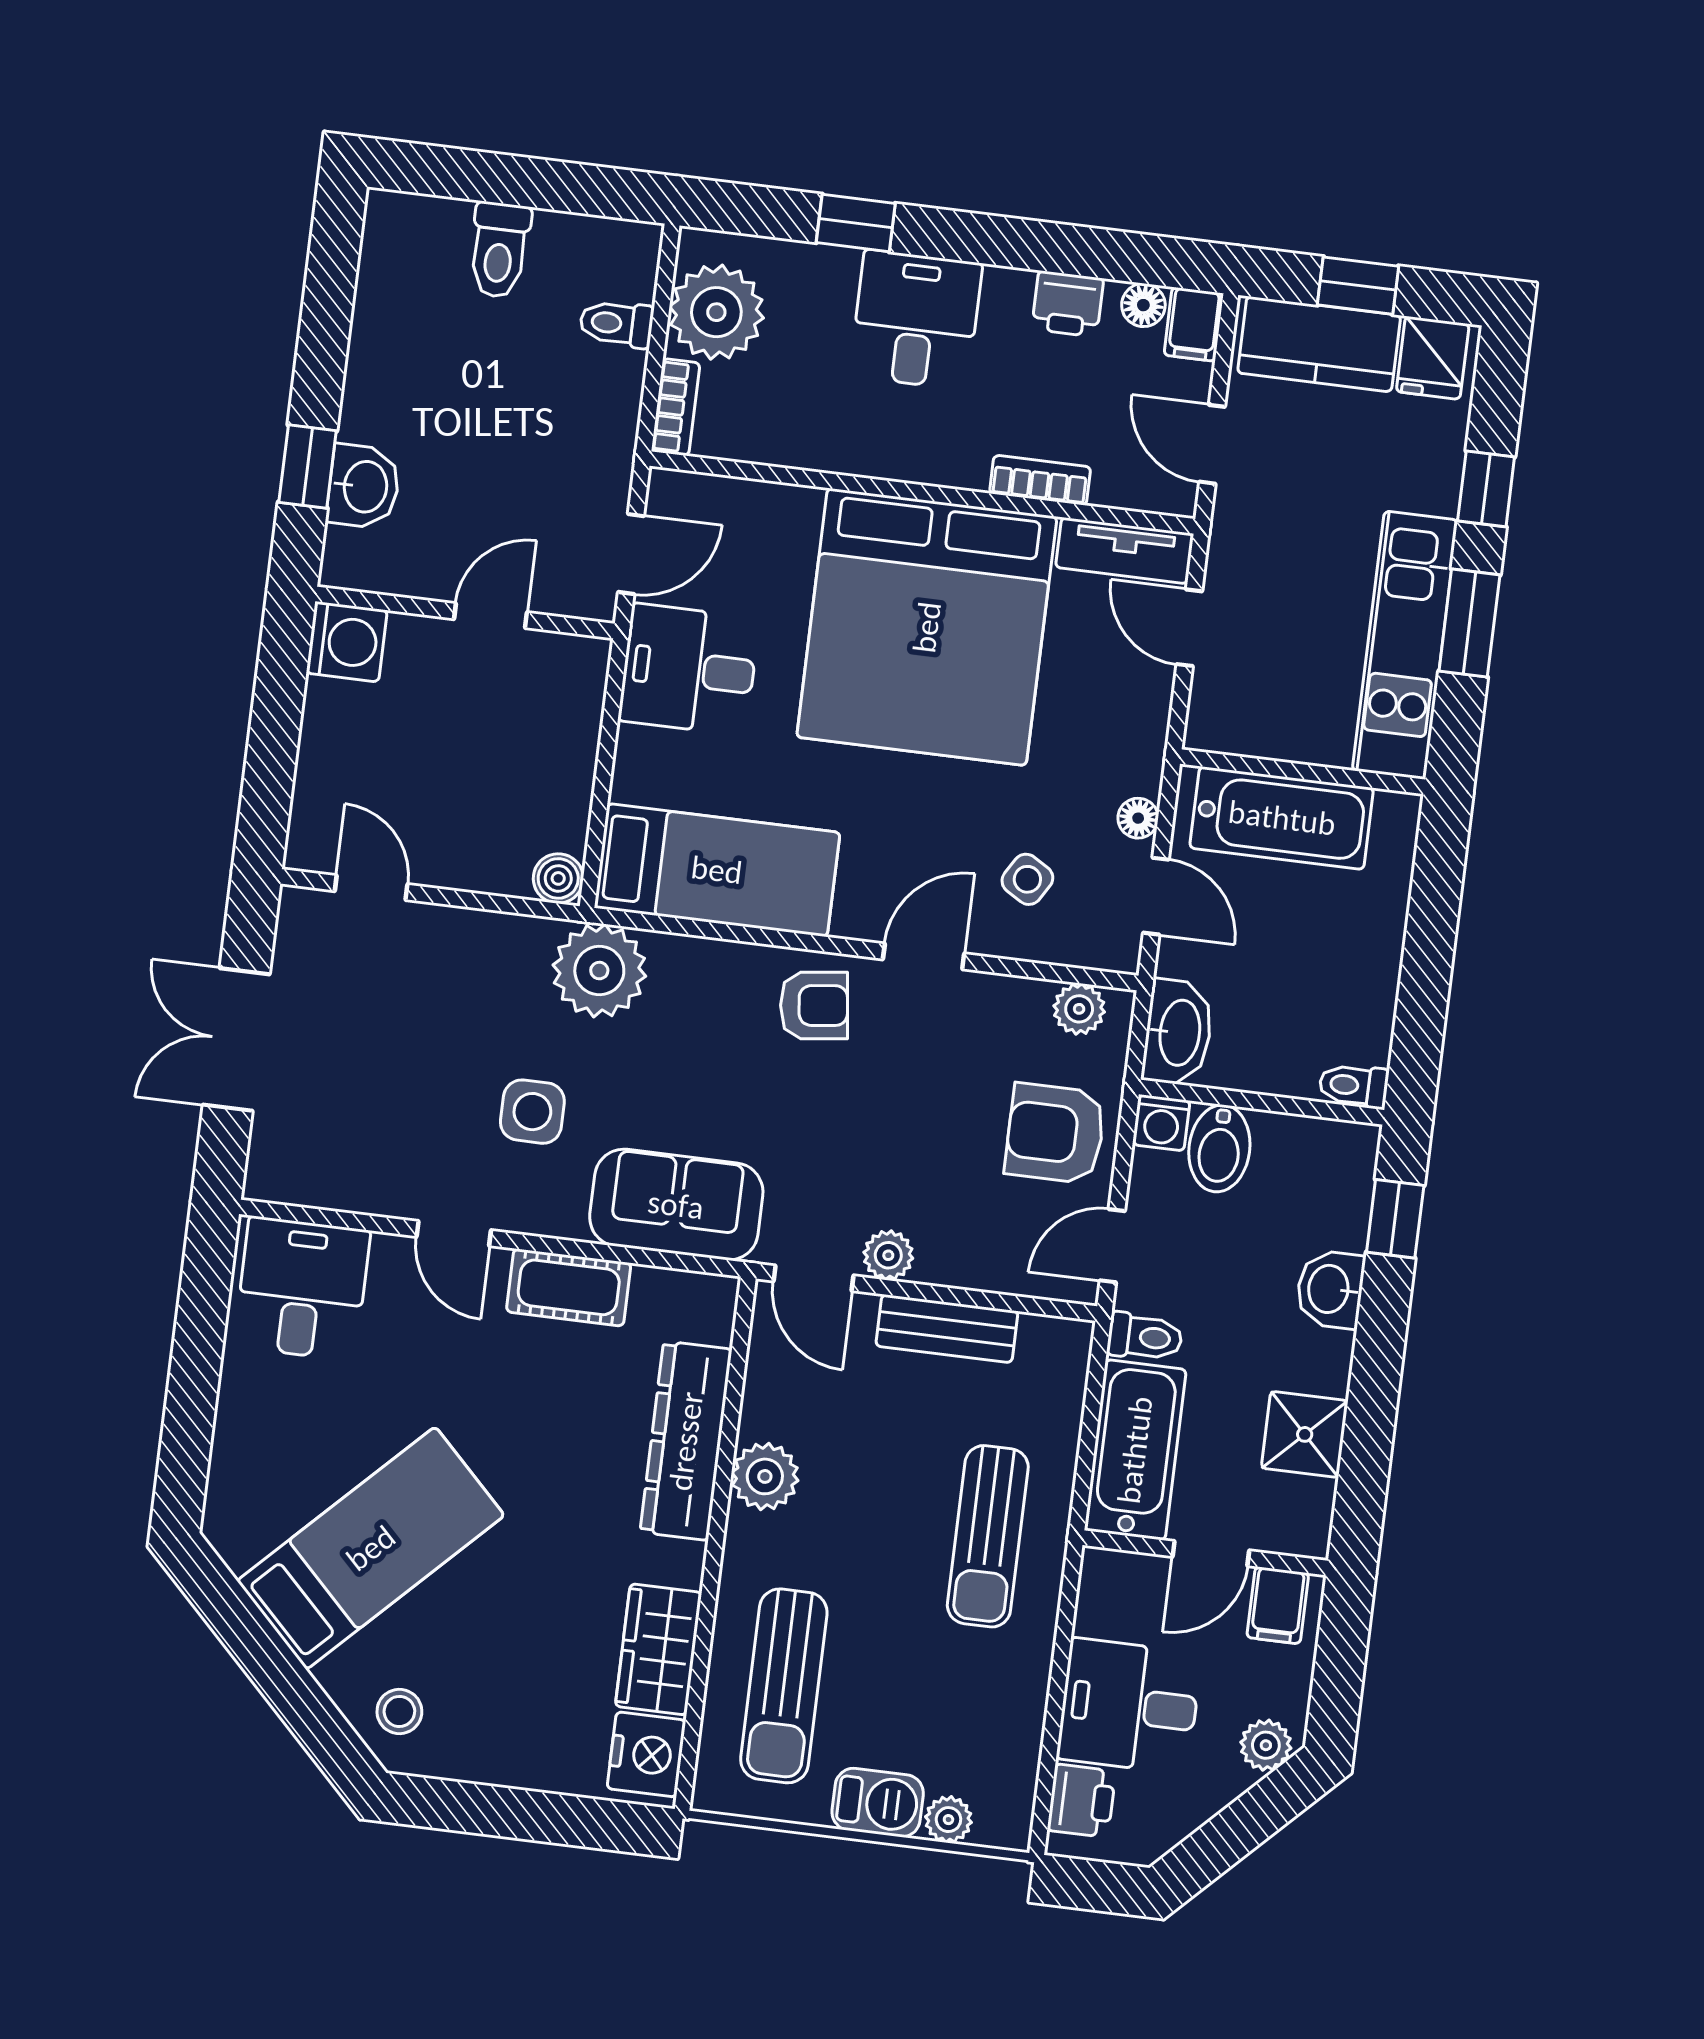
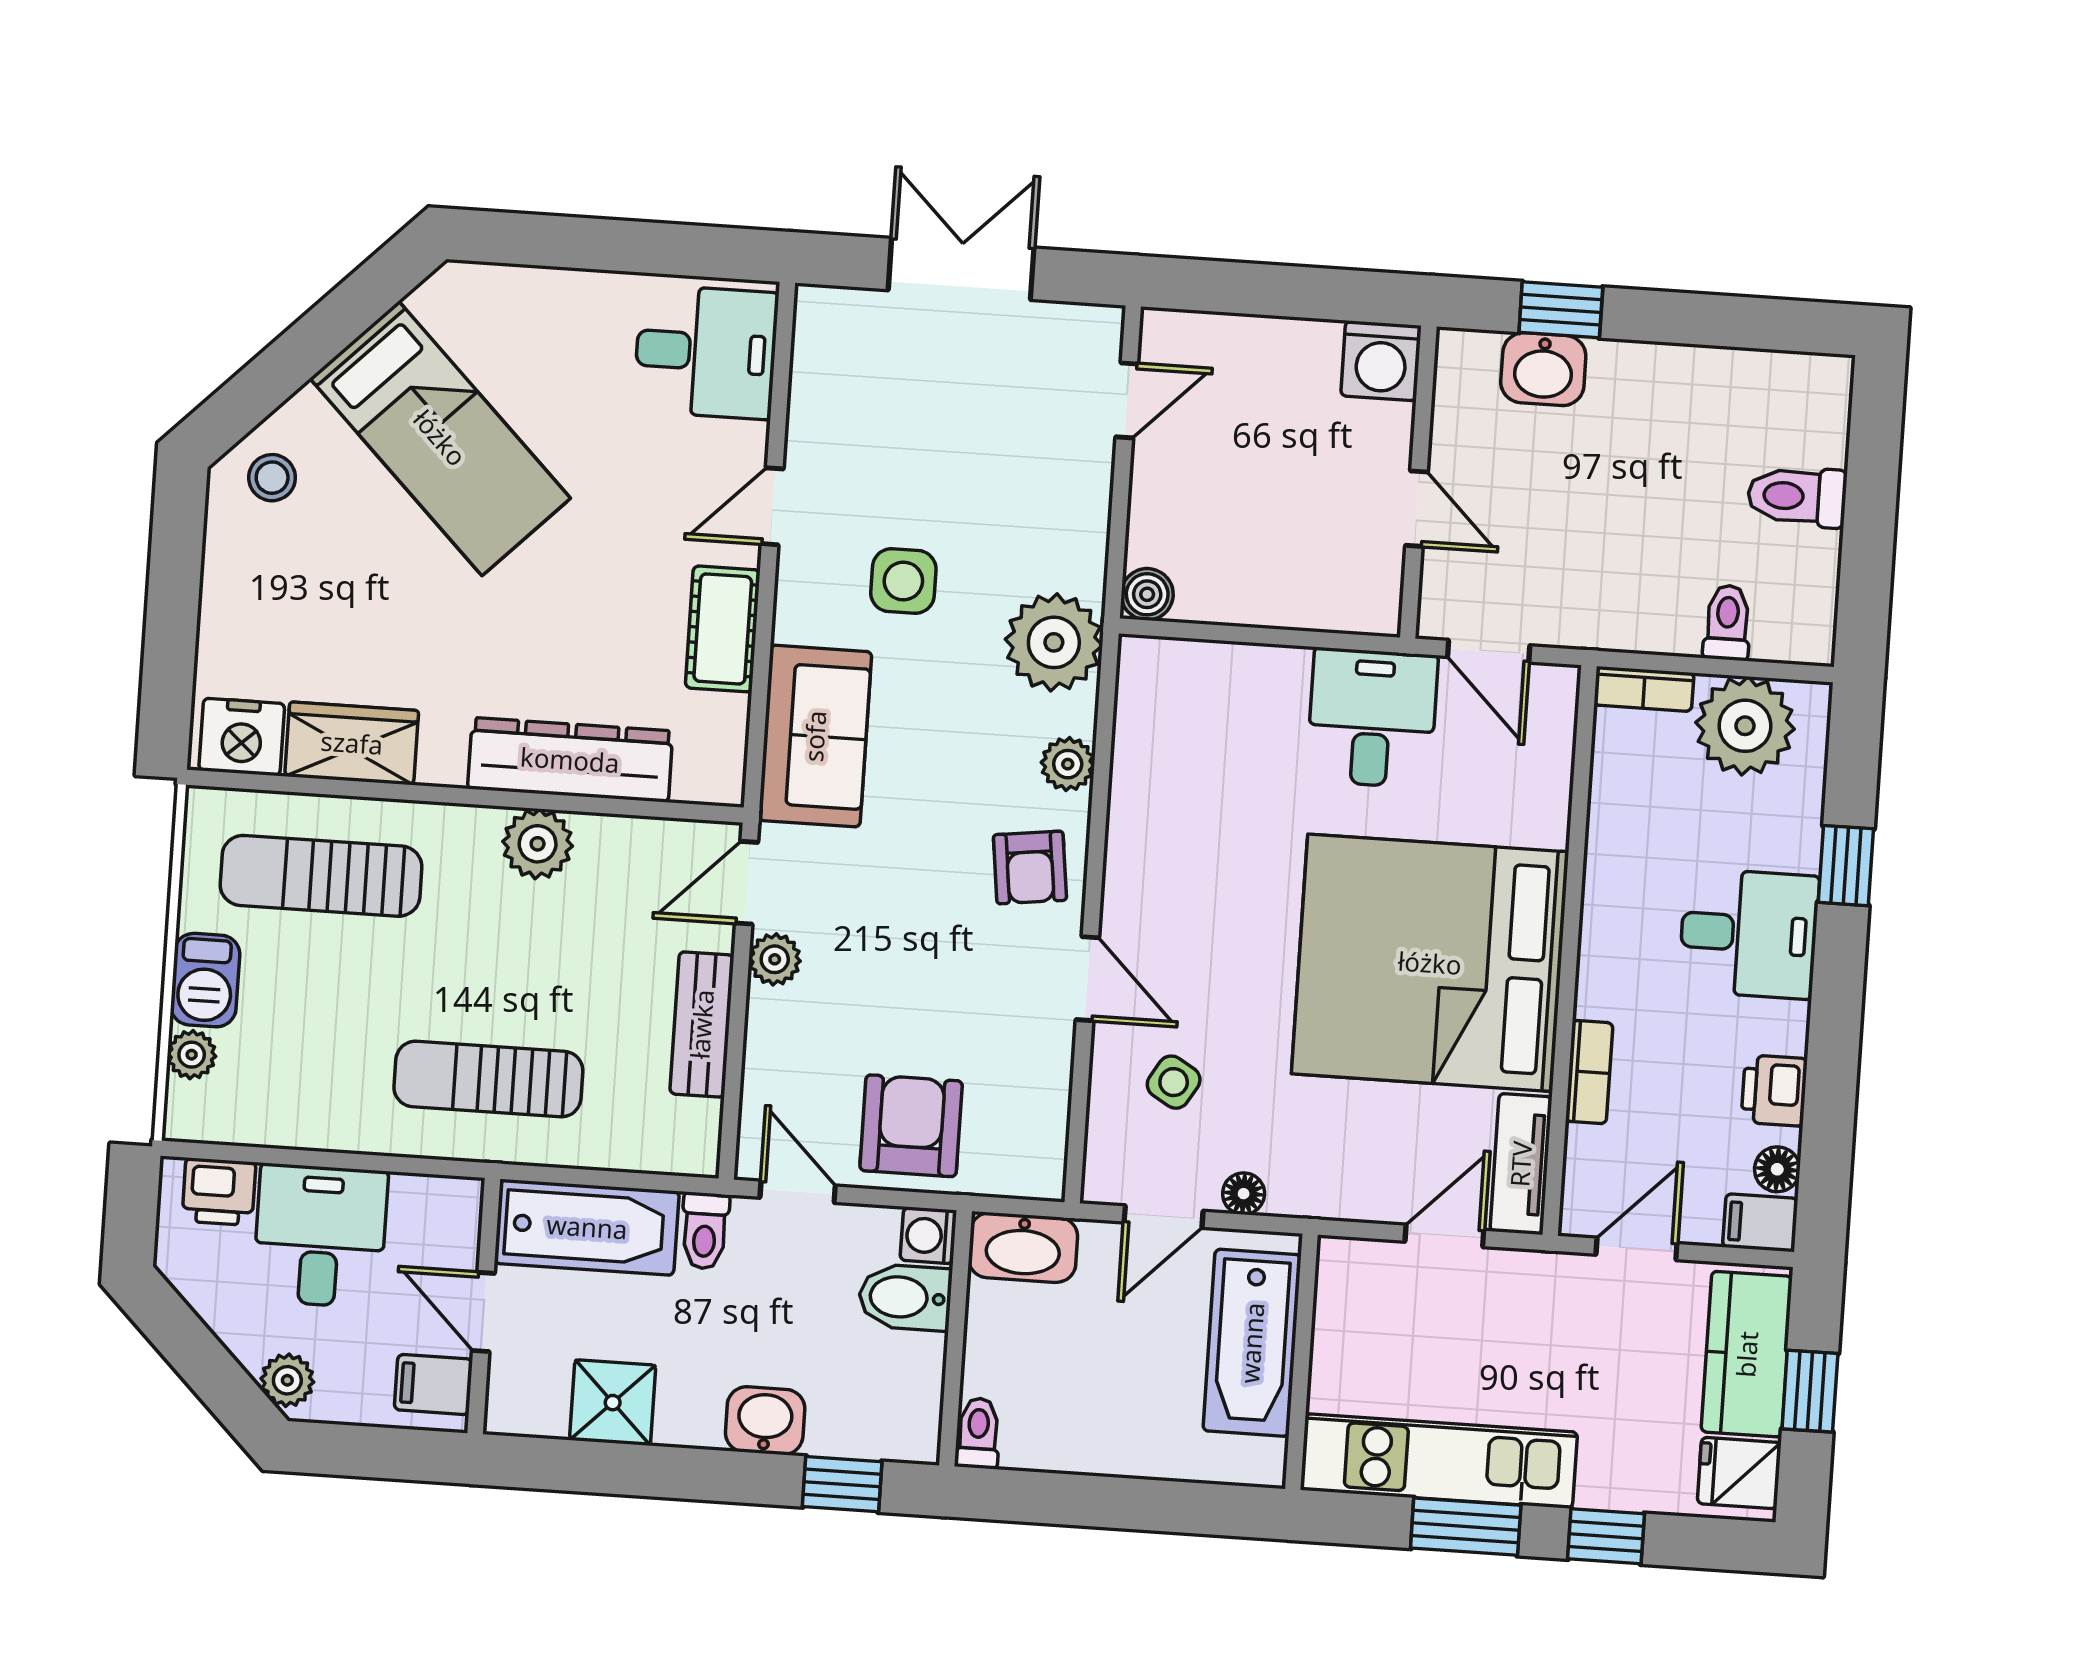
bed: (717, 870) -> (1165, 759), removed
plant: (1079, 1009) -> (1068, 764), moved

